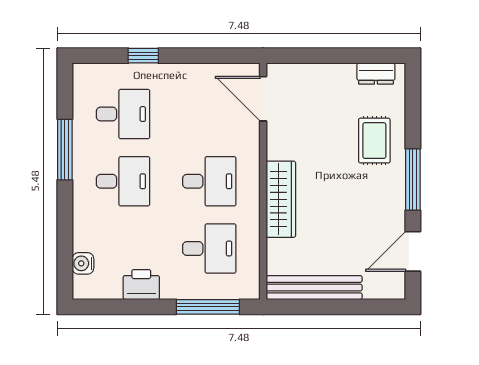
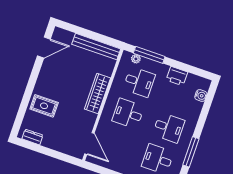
rug: (374, 141) -> (44, 106), turned 90
window: (413, 179) -> (32, 81), removed
desk: (123, 181) -> (169, 128), turned 180
desk: (209, 248) -> (139, 82), turned 180
plant: (231, 290) -> (136, 59), added

